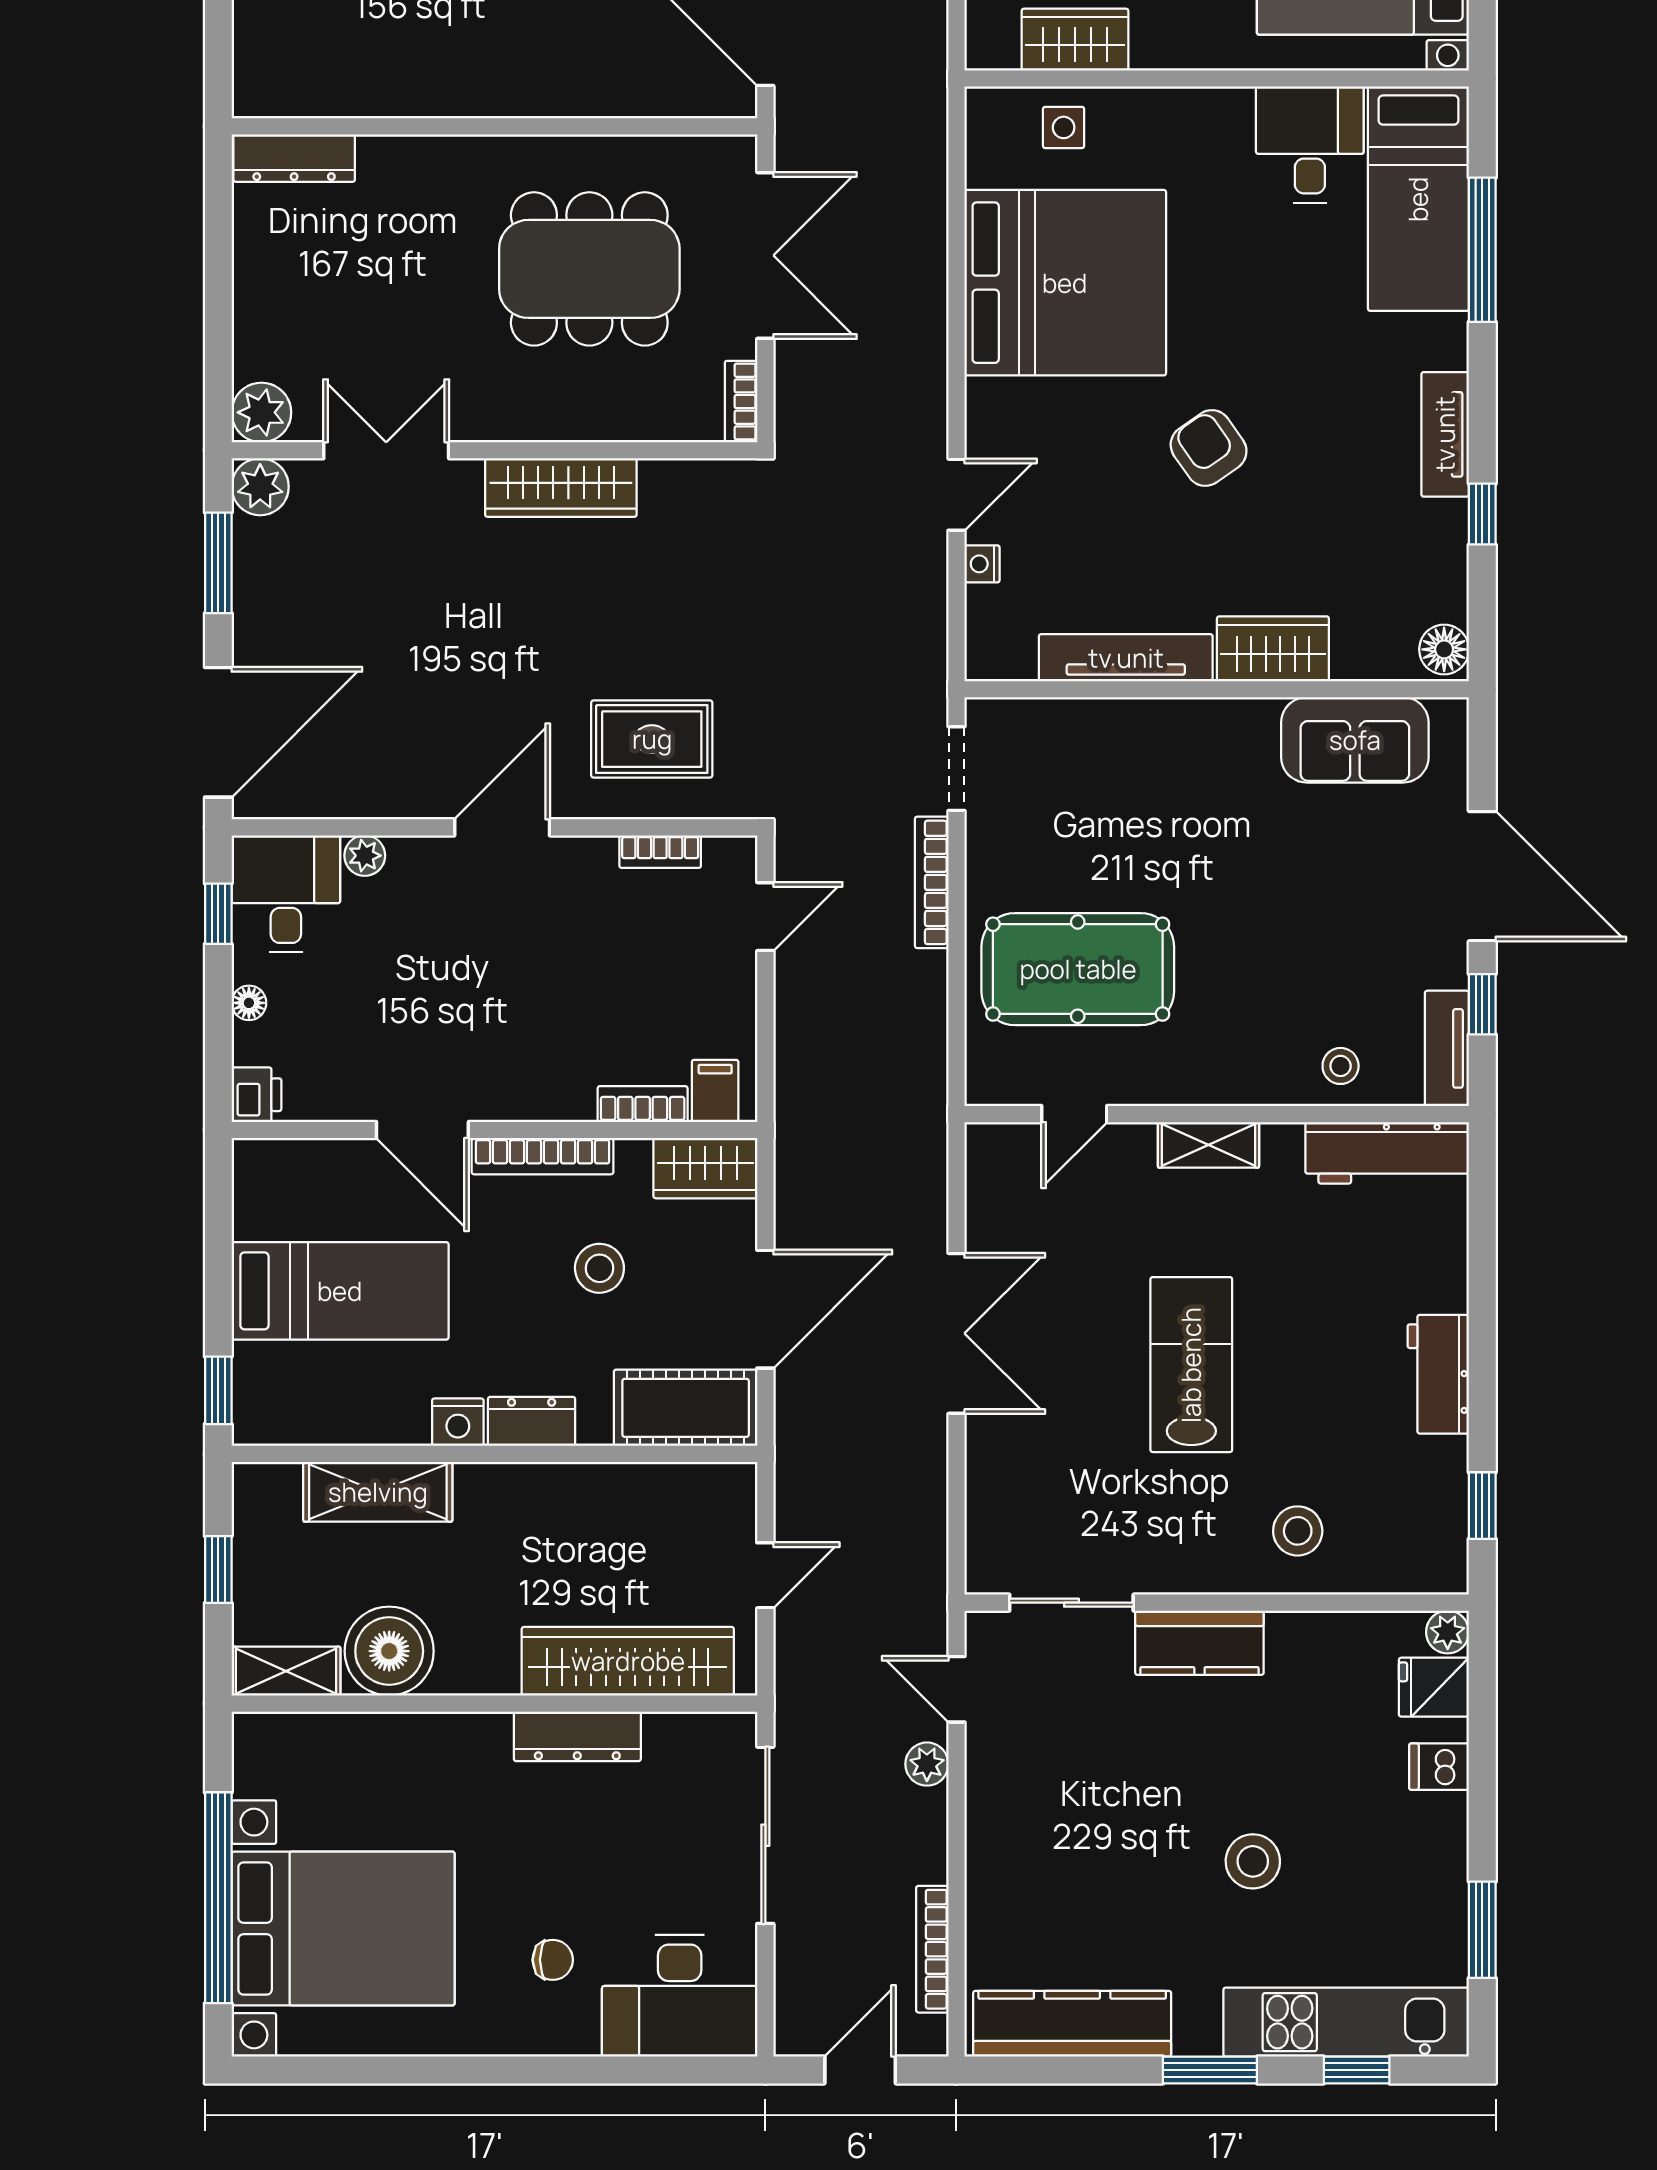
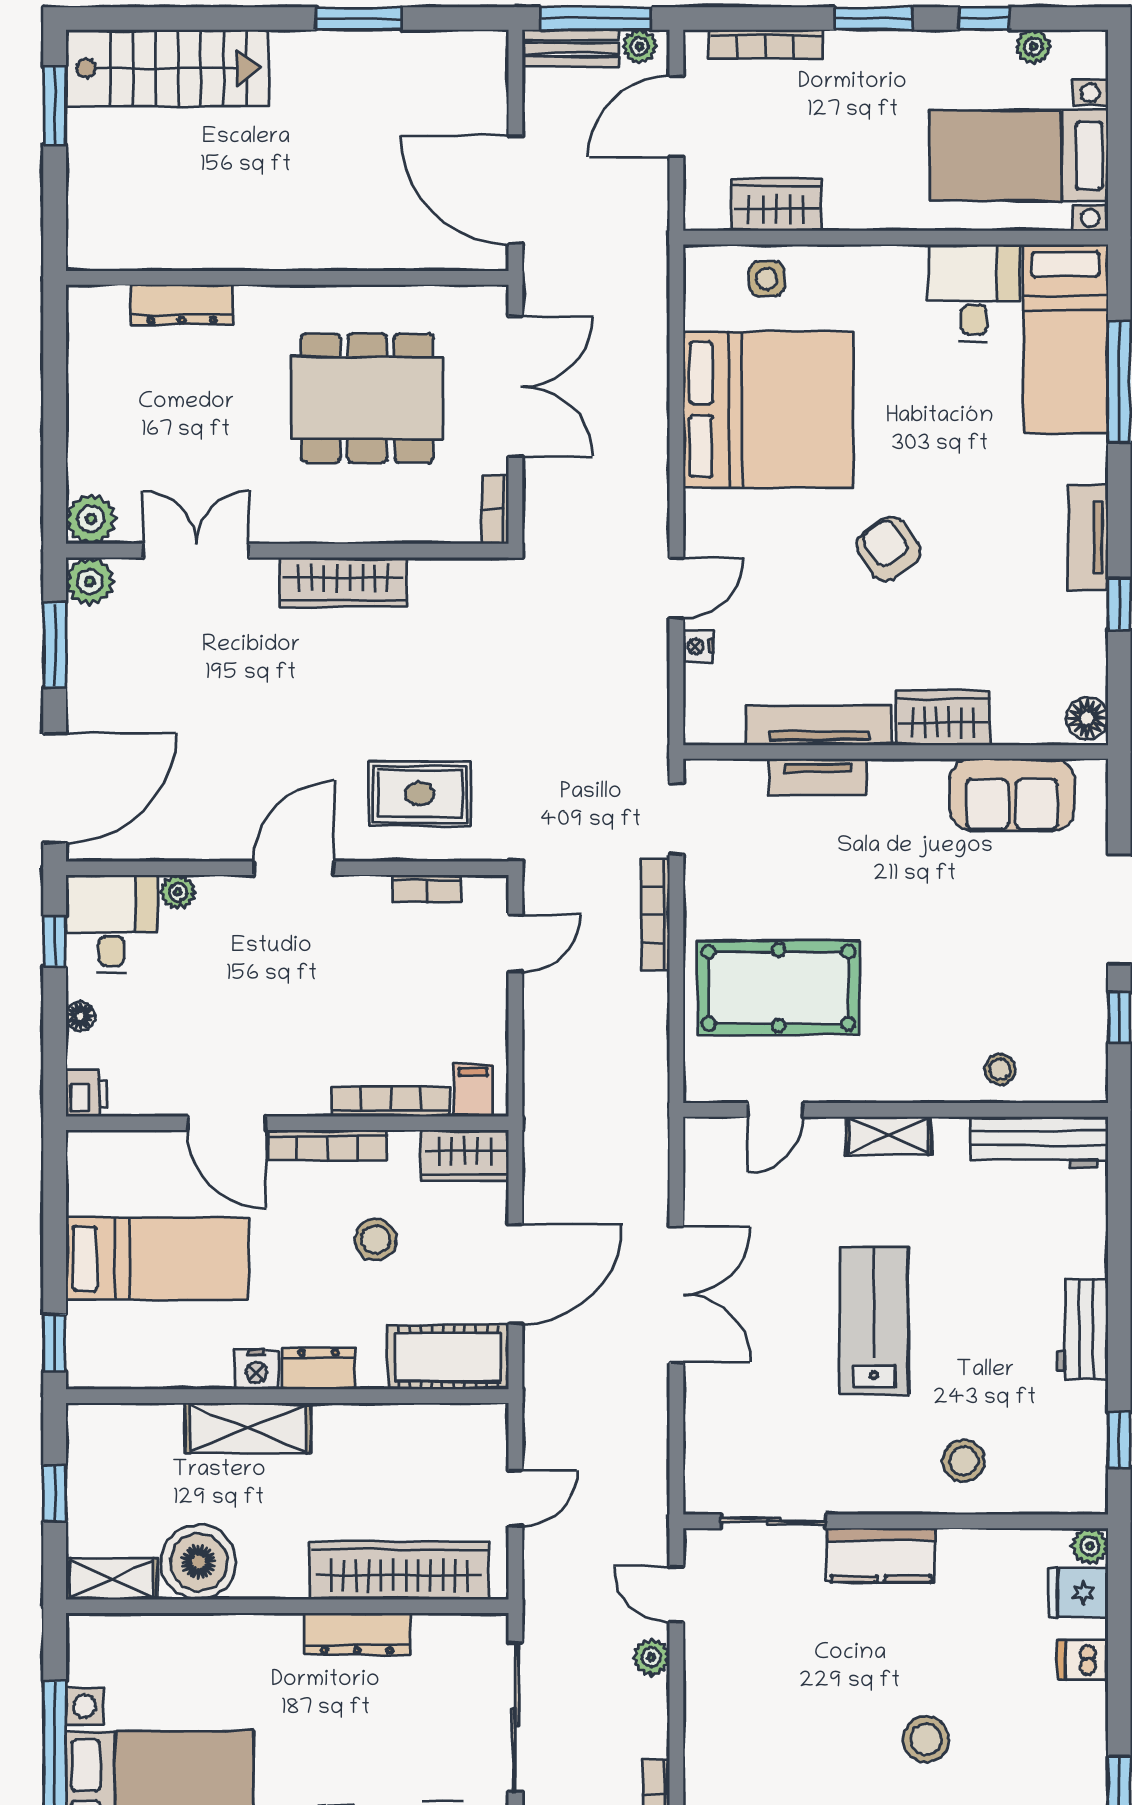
dresser: (294, 158) -> (182, 305), moved
tv unit: (1447, 1048) -> (818, 777), moved, turned -90
bookcase: (643, 1104) -> (391, 1101), width x1.56
shelving: (378, 1492) -> (248, 1428), moved

